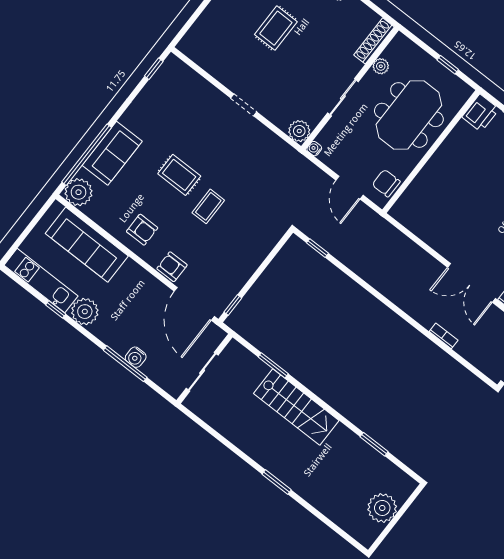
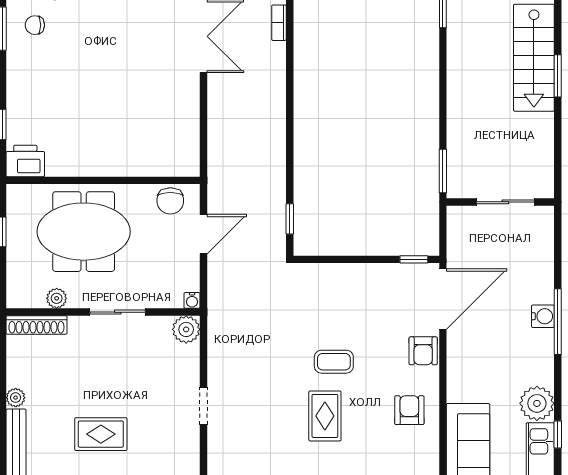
wall: (204, 369) -> (500, 202), moved
sliding door: (202, 372) -> (505, 202), moved
stairs: (296, 407) -> (534, 58), moved, turned 180

